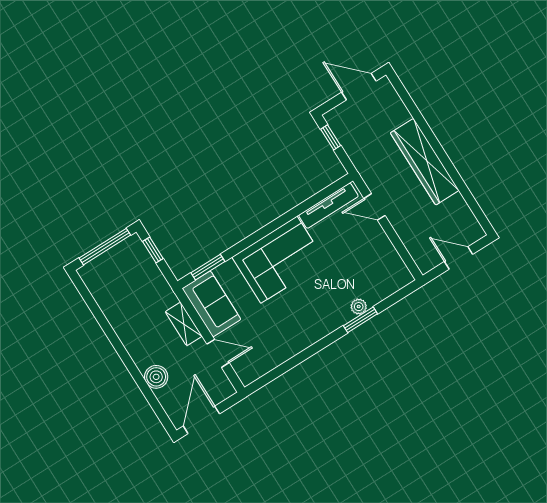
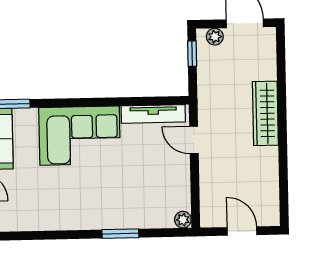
plant: (341, 112) -> (215, 37), added
wardrobe: (425, 162) -> (265, 113), width x0.71, depth x0.85
plant: (359, 307) -> (183, 220), moved

